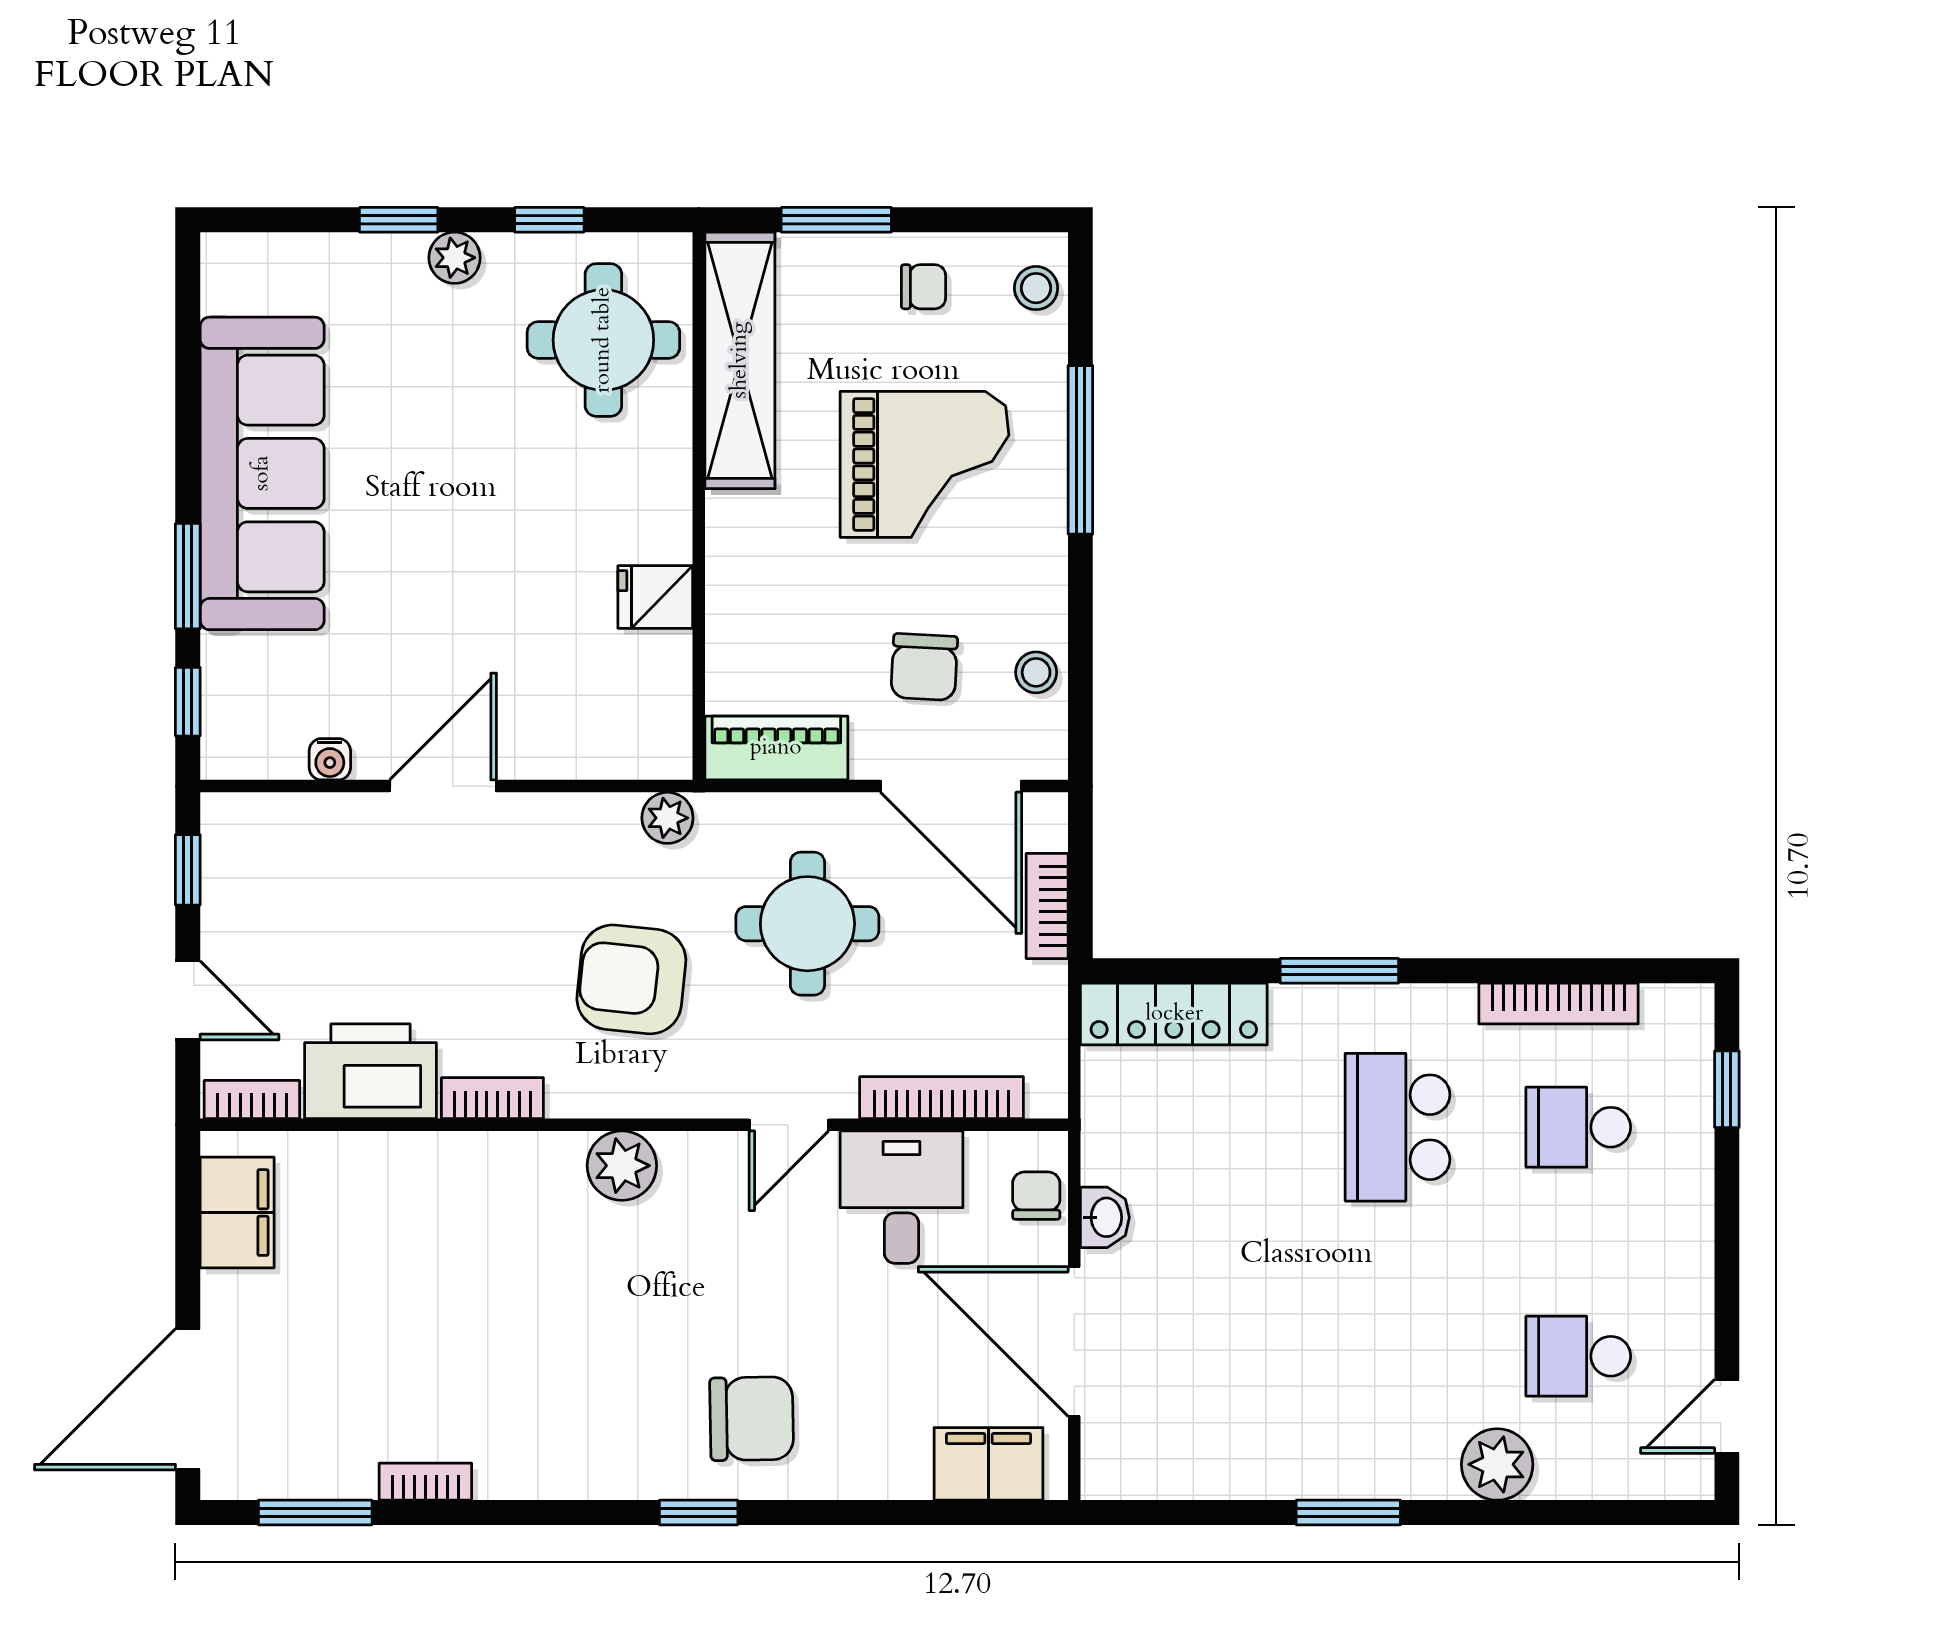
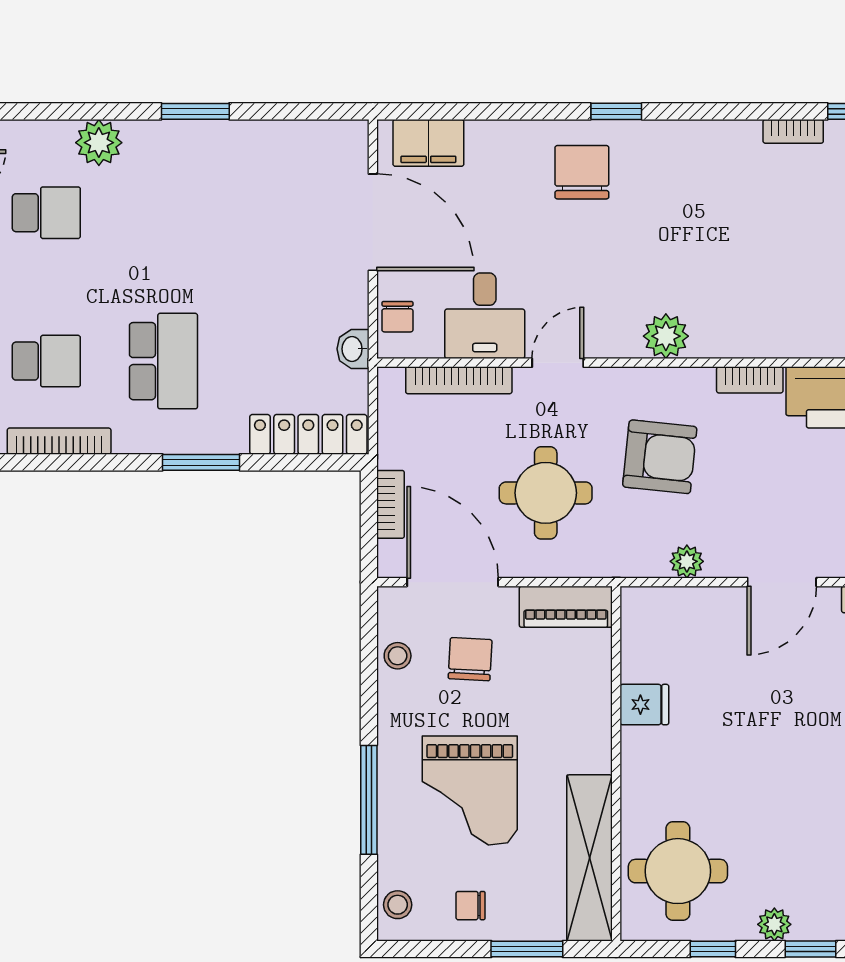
grand piano: (925, 464) -> (470, 790), turned -90
plant: (667, 818) -> (687, 561), moved
washbasin: (1105, 1217) -> (353, 349), moved
chair: (752, 1419) -> (582, 172), turned 91

